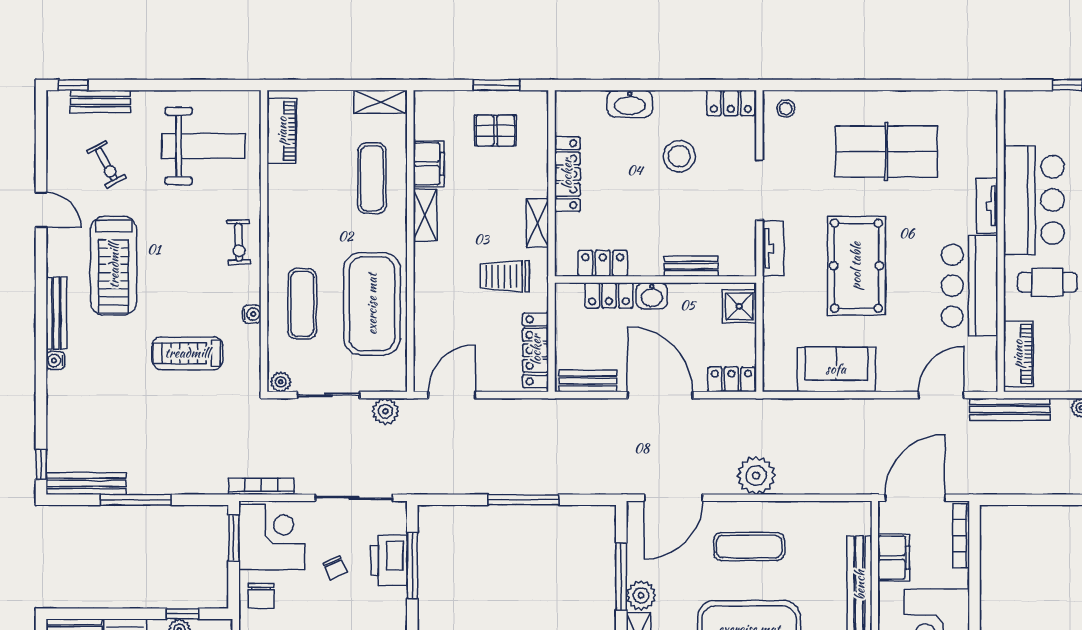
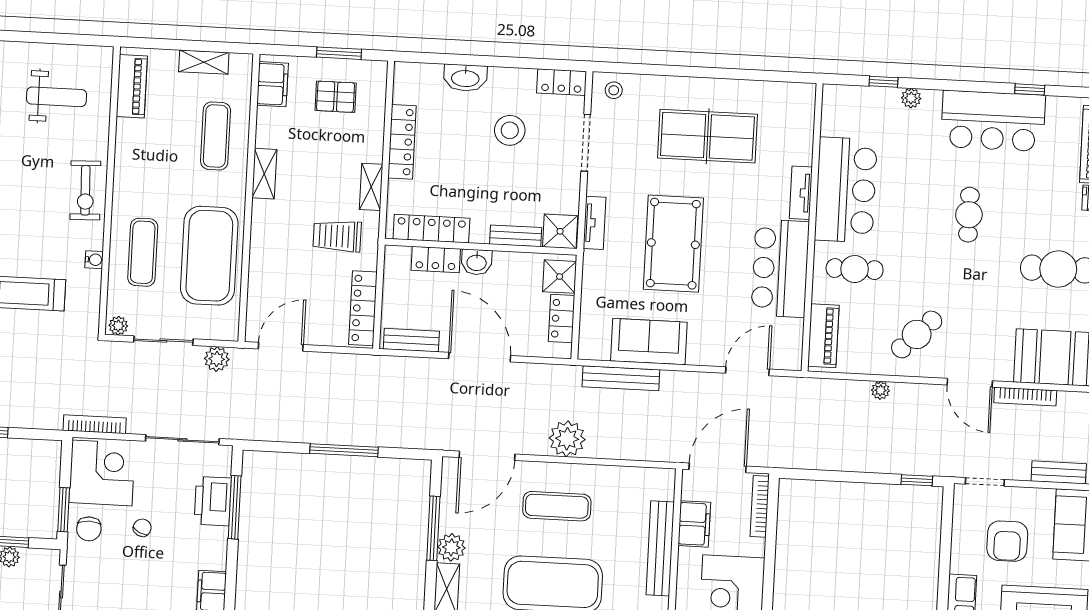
shelving: (380, 102) -> (204, 62), moved
weight bench: (204, 146) -> (57, 97), width x0.73, depth x0.75
filing cabinet: (429, 164) -> (272, 84), moved
doorway: (759, 190) -> (586, 143), moved
exercise bike: (239, 242) -> (85, 190), width x1.38, depth x1.39
shower: (737, 259) -> (560, 231), added
locker: (603, 263) -> (431, 229), width x1.53
locker: (731, 379) -> (562, 319), moved, turned -90
bench: (1010, 409) -> (621, 378), moved
window: (234, 538) -> (64, 510), moved
chair: (335, 568) -> (142, 528), moved, turned -129

